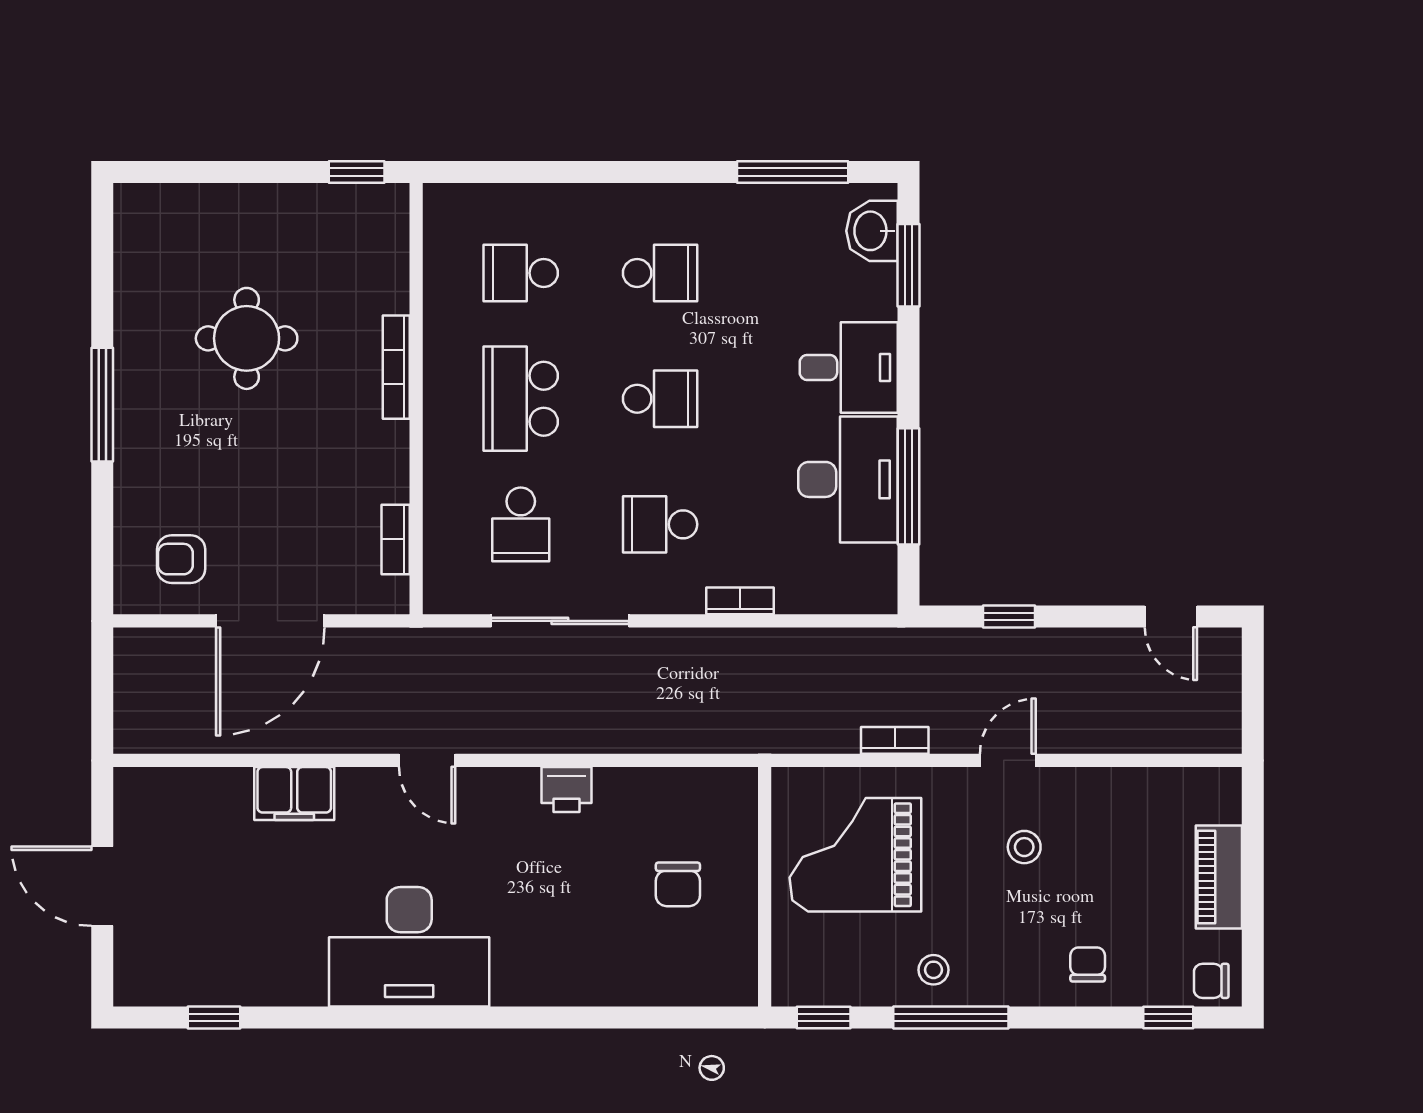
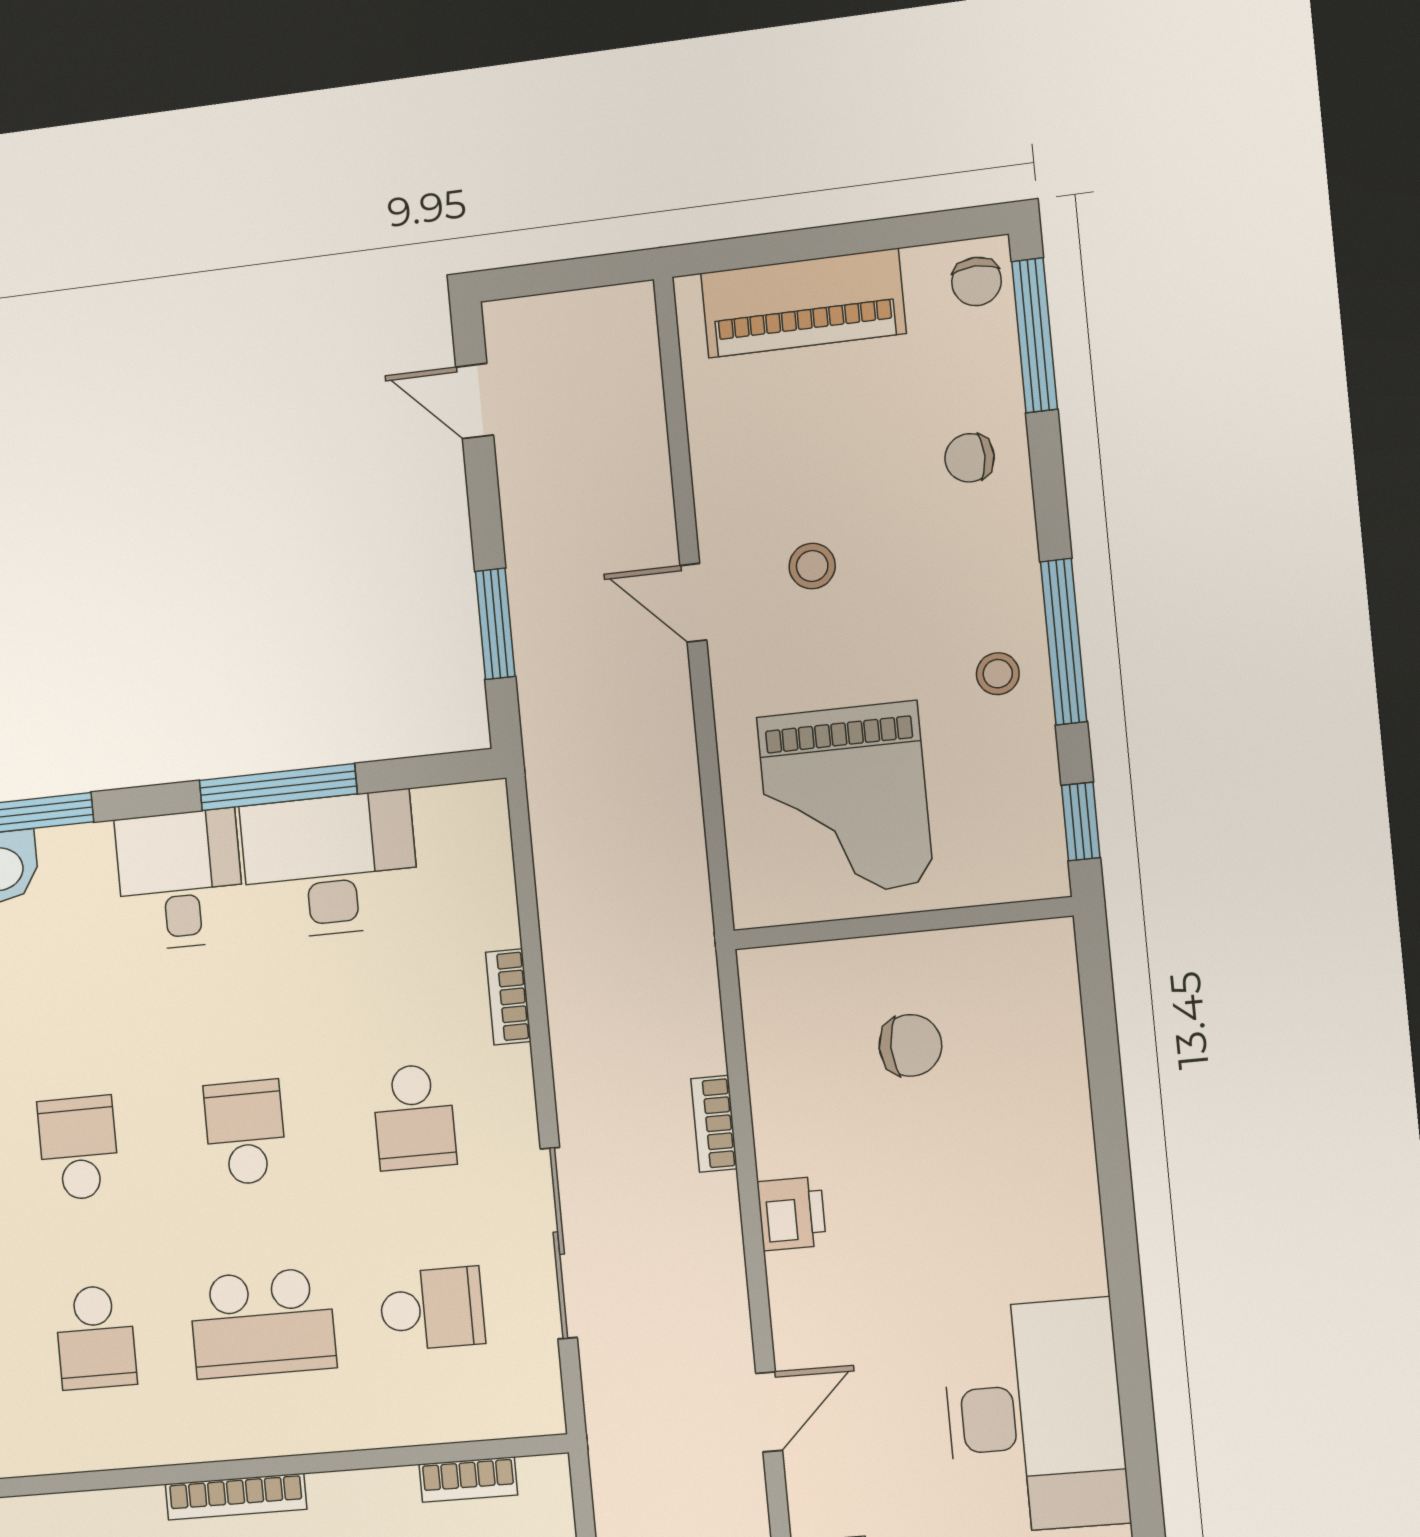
window: (909, 486) -> (278, 787), moved
window: (1009, 617) -> (495, 624), width x1.50
door: (1171, 617) -> (475, 401), swing flipped
bookcase: (895, 740) -> (714, 1124), moved
piano: (1219, 877) -> (803, 303), width x1.37, depth x1.33
window: (1168, 1018) -> (1034, 335), width x2.17

